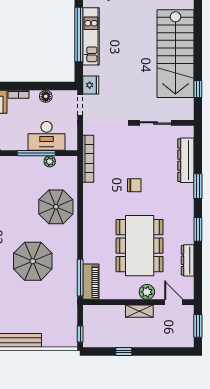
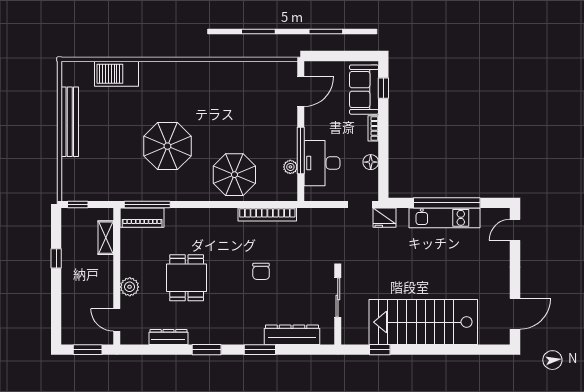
bookcase: (88, 159) -> (267, 215), moved
dining table: (140, 246) -> (187, 278), width x0.53, depth x0.80
door: (174, 302) -> (117, 320), swing flipped
shelving: (139, 311) -> (106, 238), moved

